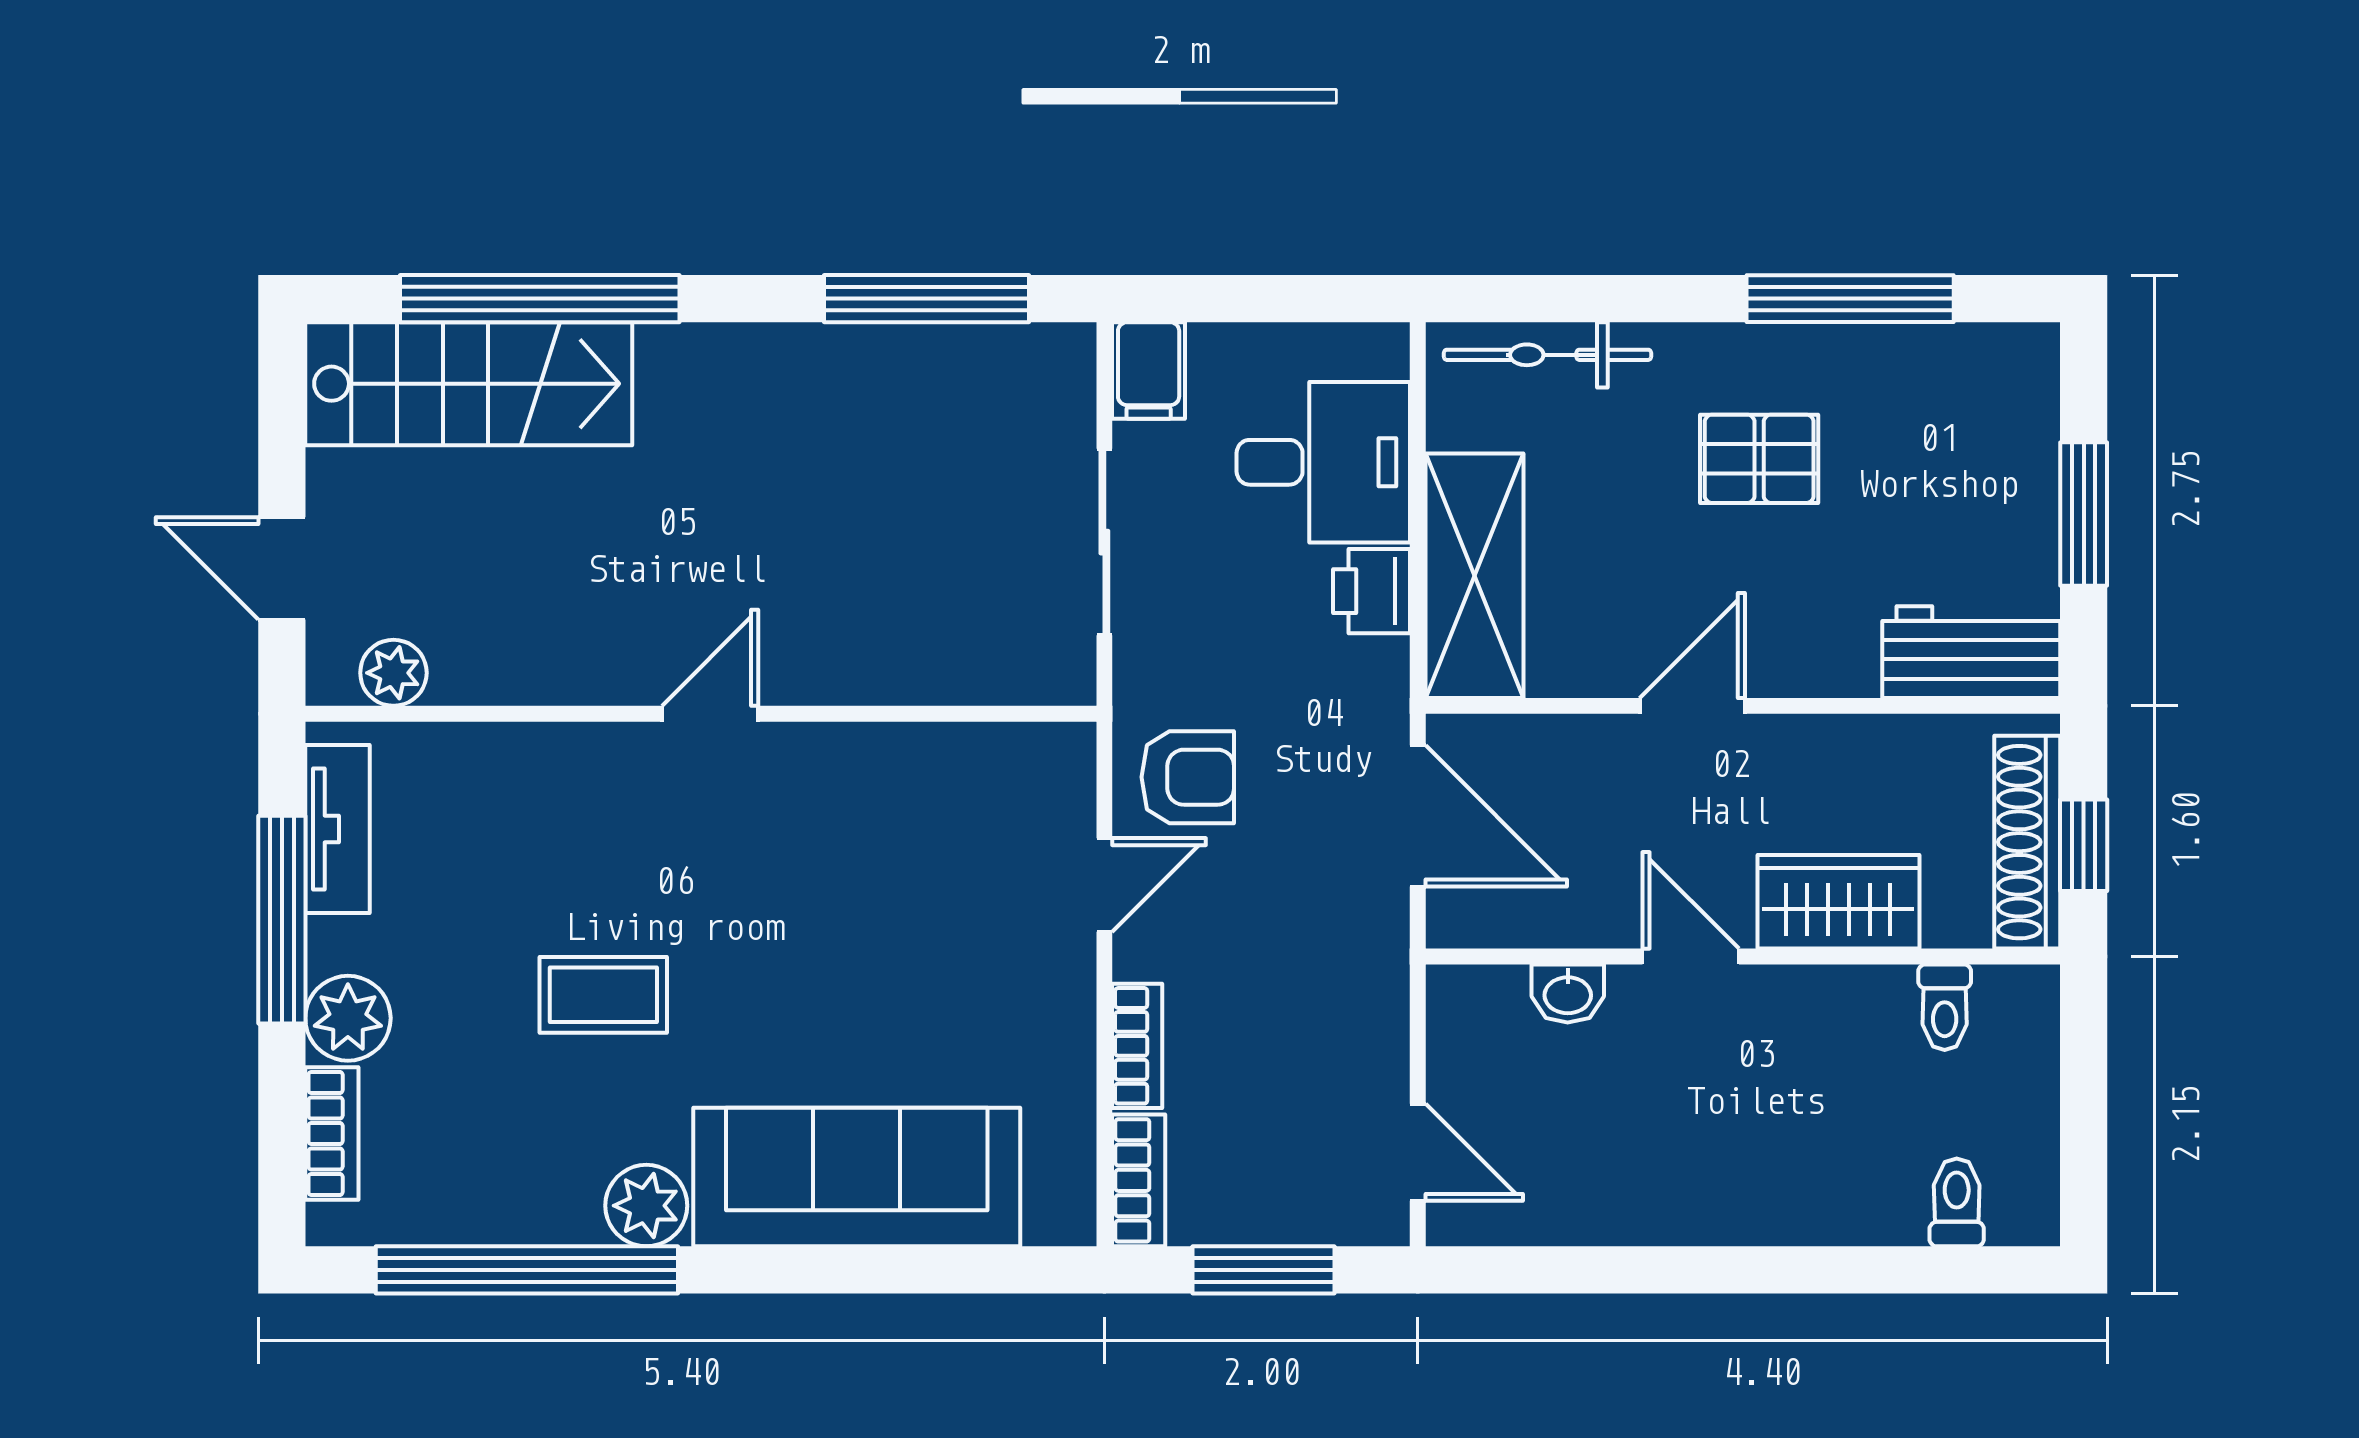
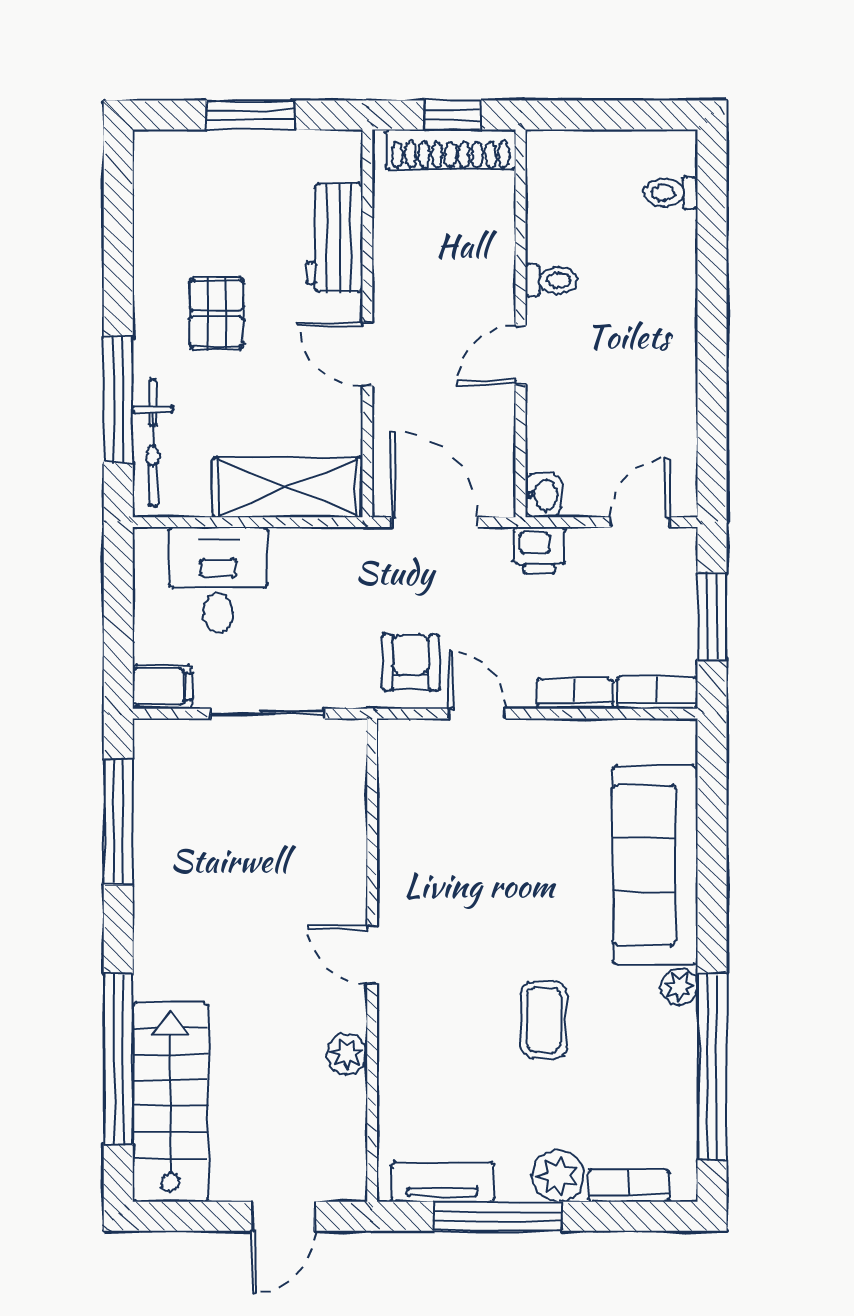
window: (1850, 299) -> (118, 400), moved
printer: (1372, 591) -> (539, 550), moved
workbench: (1971, 652) -> (334, 238), moved
plant: (393, 673) -> (347, 1054), moved
door: (1418, 816) -> (434, 522), hinge flipped
wardrobe: (1838, 902) -> (487, 265), removed
washbasin: (1568, 994) -> (543, 495), moved
toilet: (1945, 1007) -> (551, 280), moved
plant: (646, 1206) -> (680, 987), width x0.73, depth x0.73

